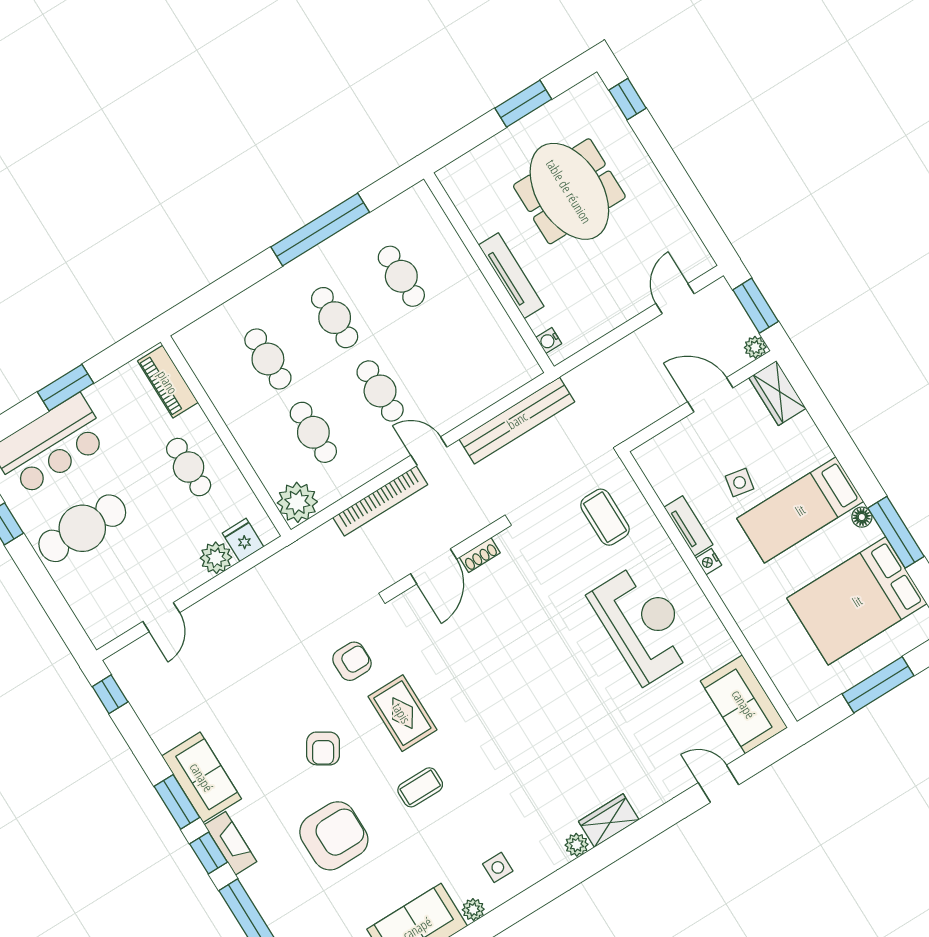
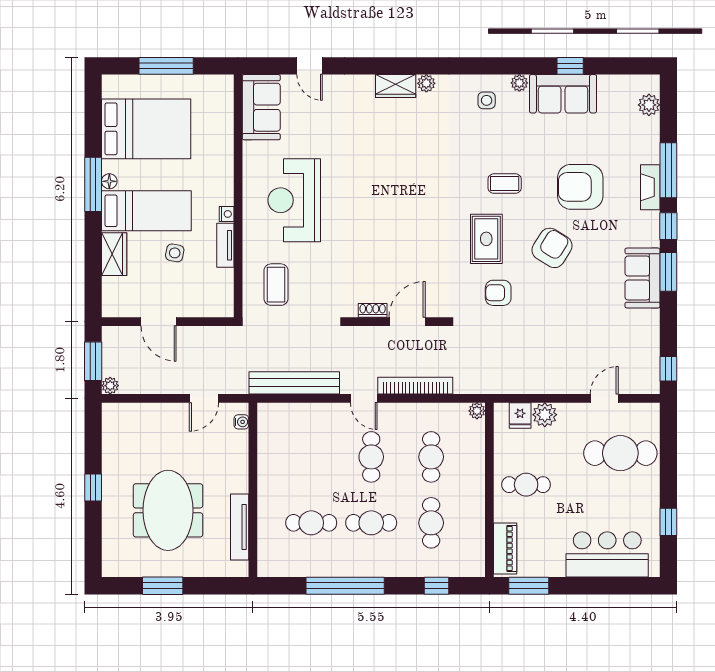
window: (628, 99) -> (93, 488), moved
cafe table: (401, 276) -> (311, 523), turned 90
tv unit: (511, 276) -> (240, 527), moved
window: (218, 293) -> (437, 586), added
door: (675, 299) -> (204, 398), moved
cafe table: (335, 318) -> (371, 523), turned 90
plant: (755, 347) -> (110, 386), moved
window: (65, 388) -> (529, 586), moved
wardrobe: (777, 393) -> (114, 254), moved
cafe table: (189, 467) -> (526, 485), turned 90
plant: (297, 502) -> (477, 411), width x0.53, depth x0.53
cafe table: (82, 528) -> (620, 453), moved
window: (896, 532) -> (93, 184), moved
armchair: (323, 748) -> (552, 248), width x1.38, depth x1.38
fireplace: (231, 843) -> (650, 187), moved

